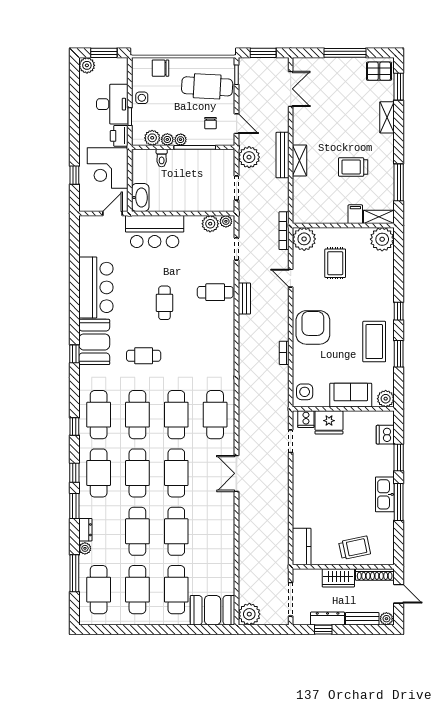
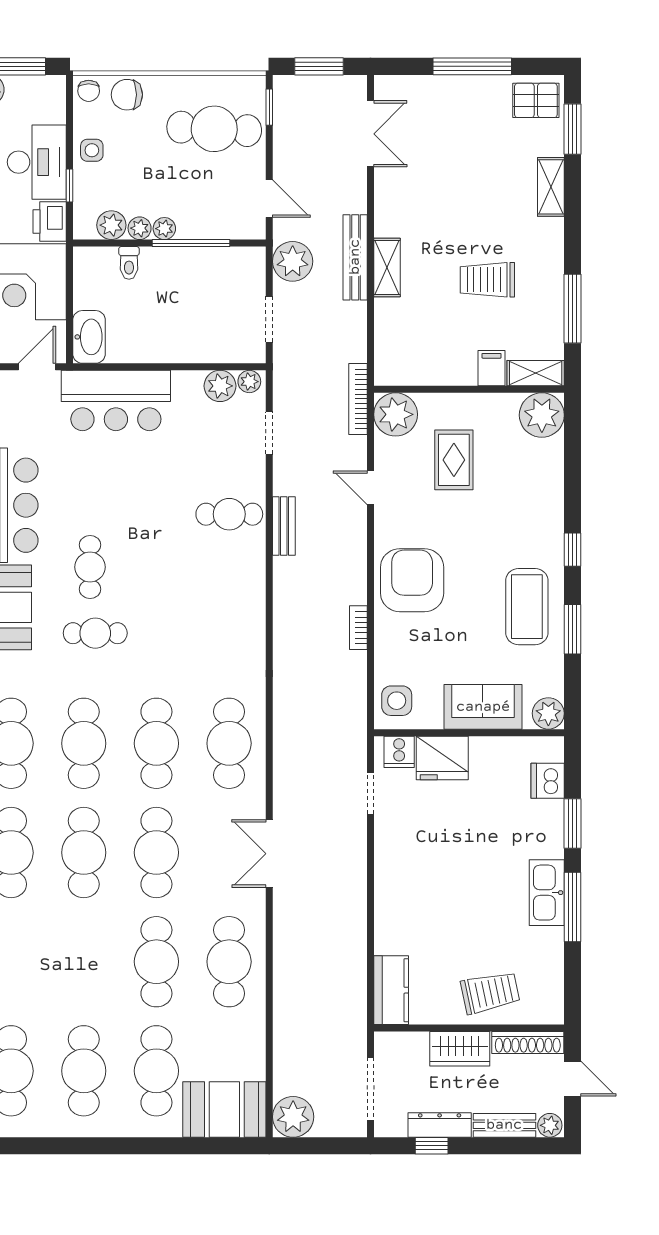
chair: (210, 123) -> (89, 91), moved
cafe table: (164, 303) -> (90, 567), moved
cafe table: (137, 531) -> (229, 962), moved

